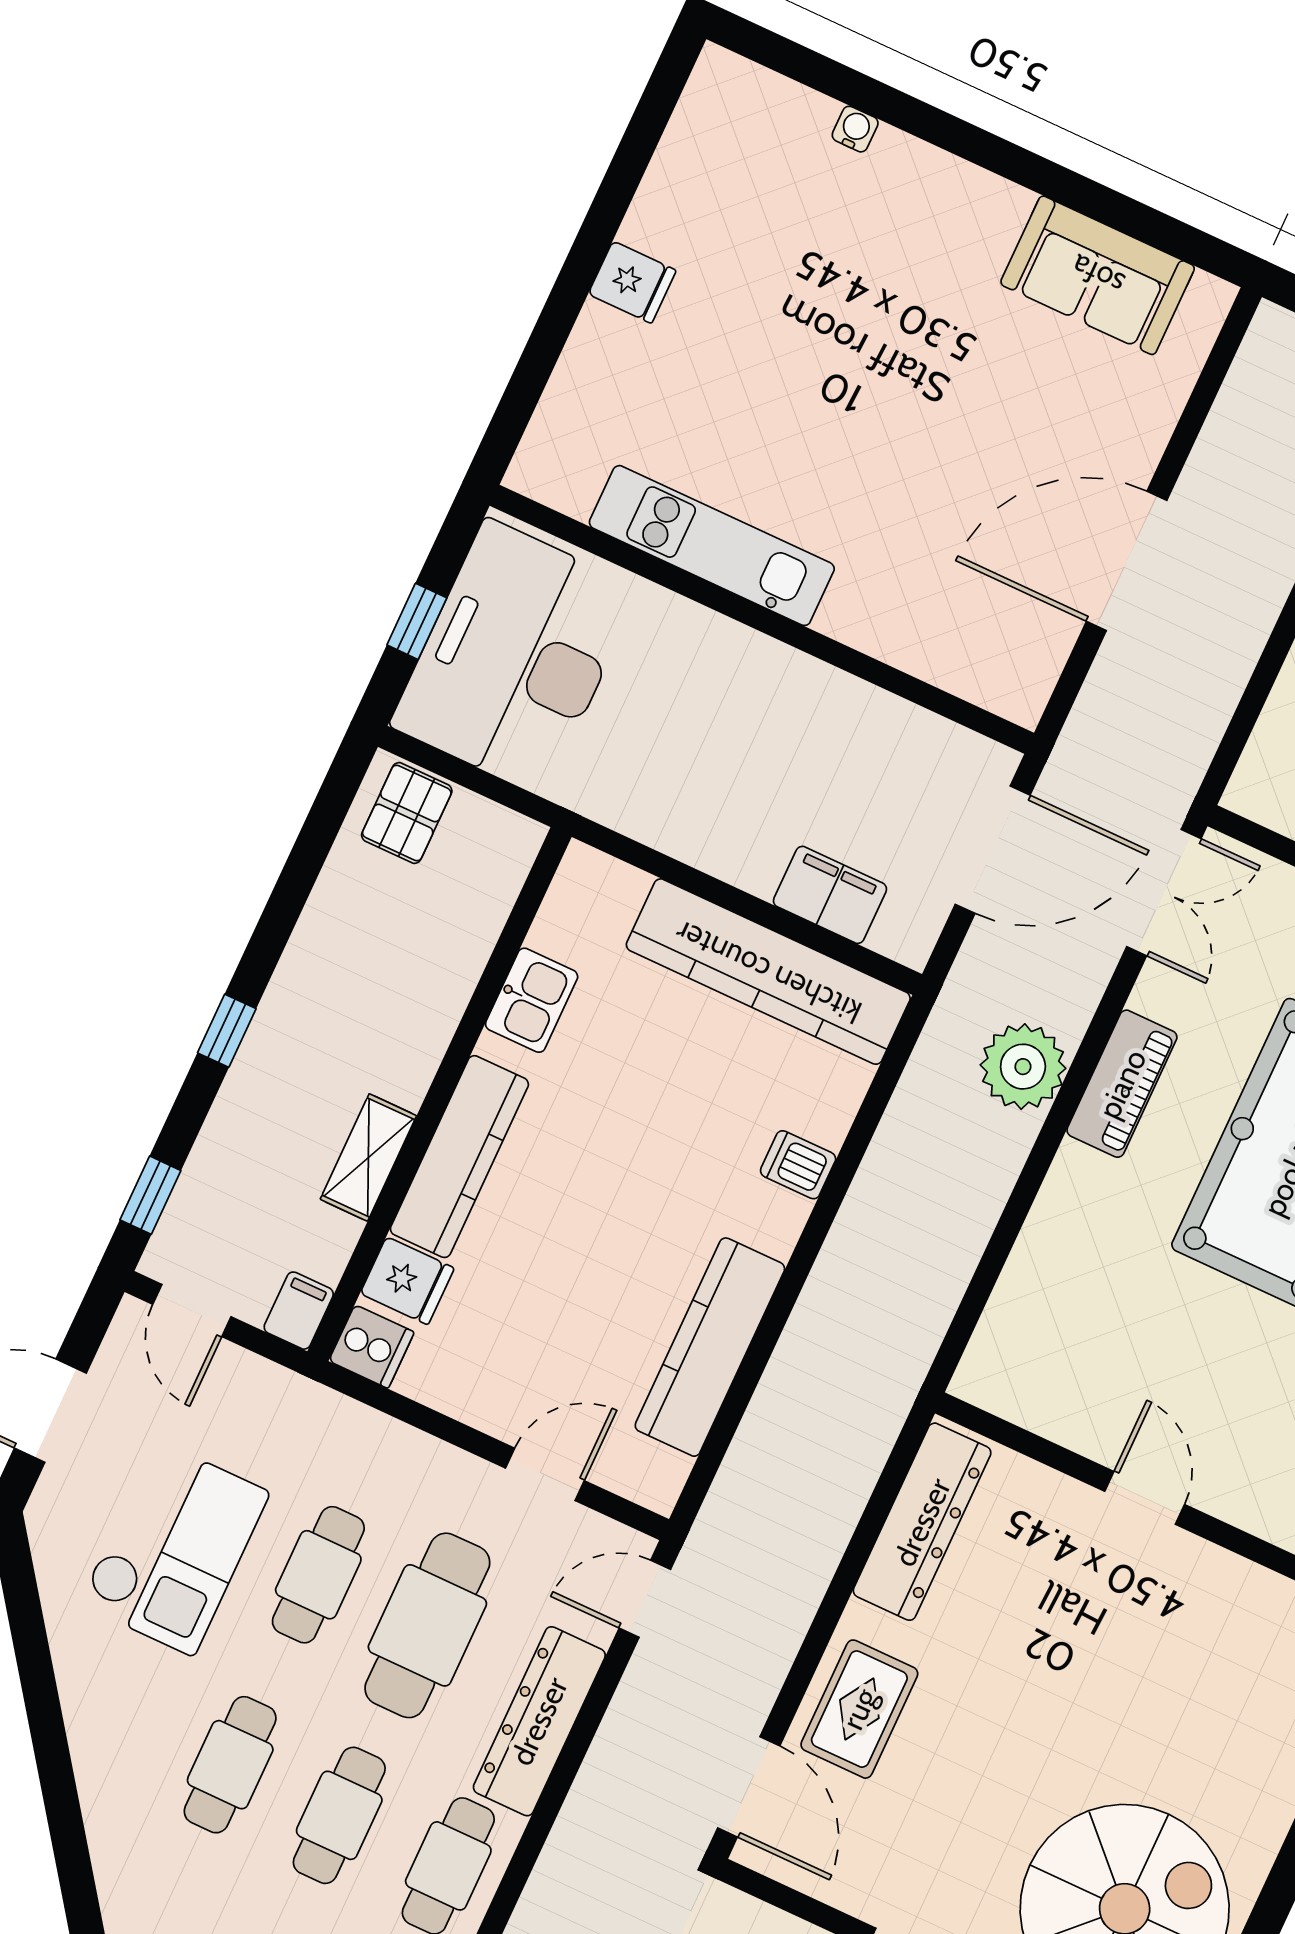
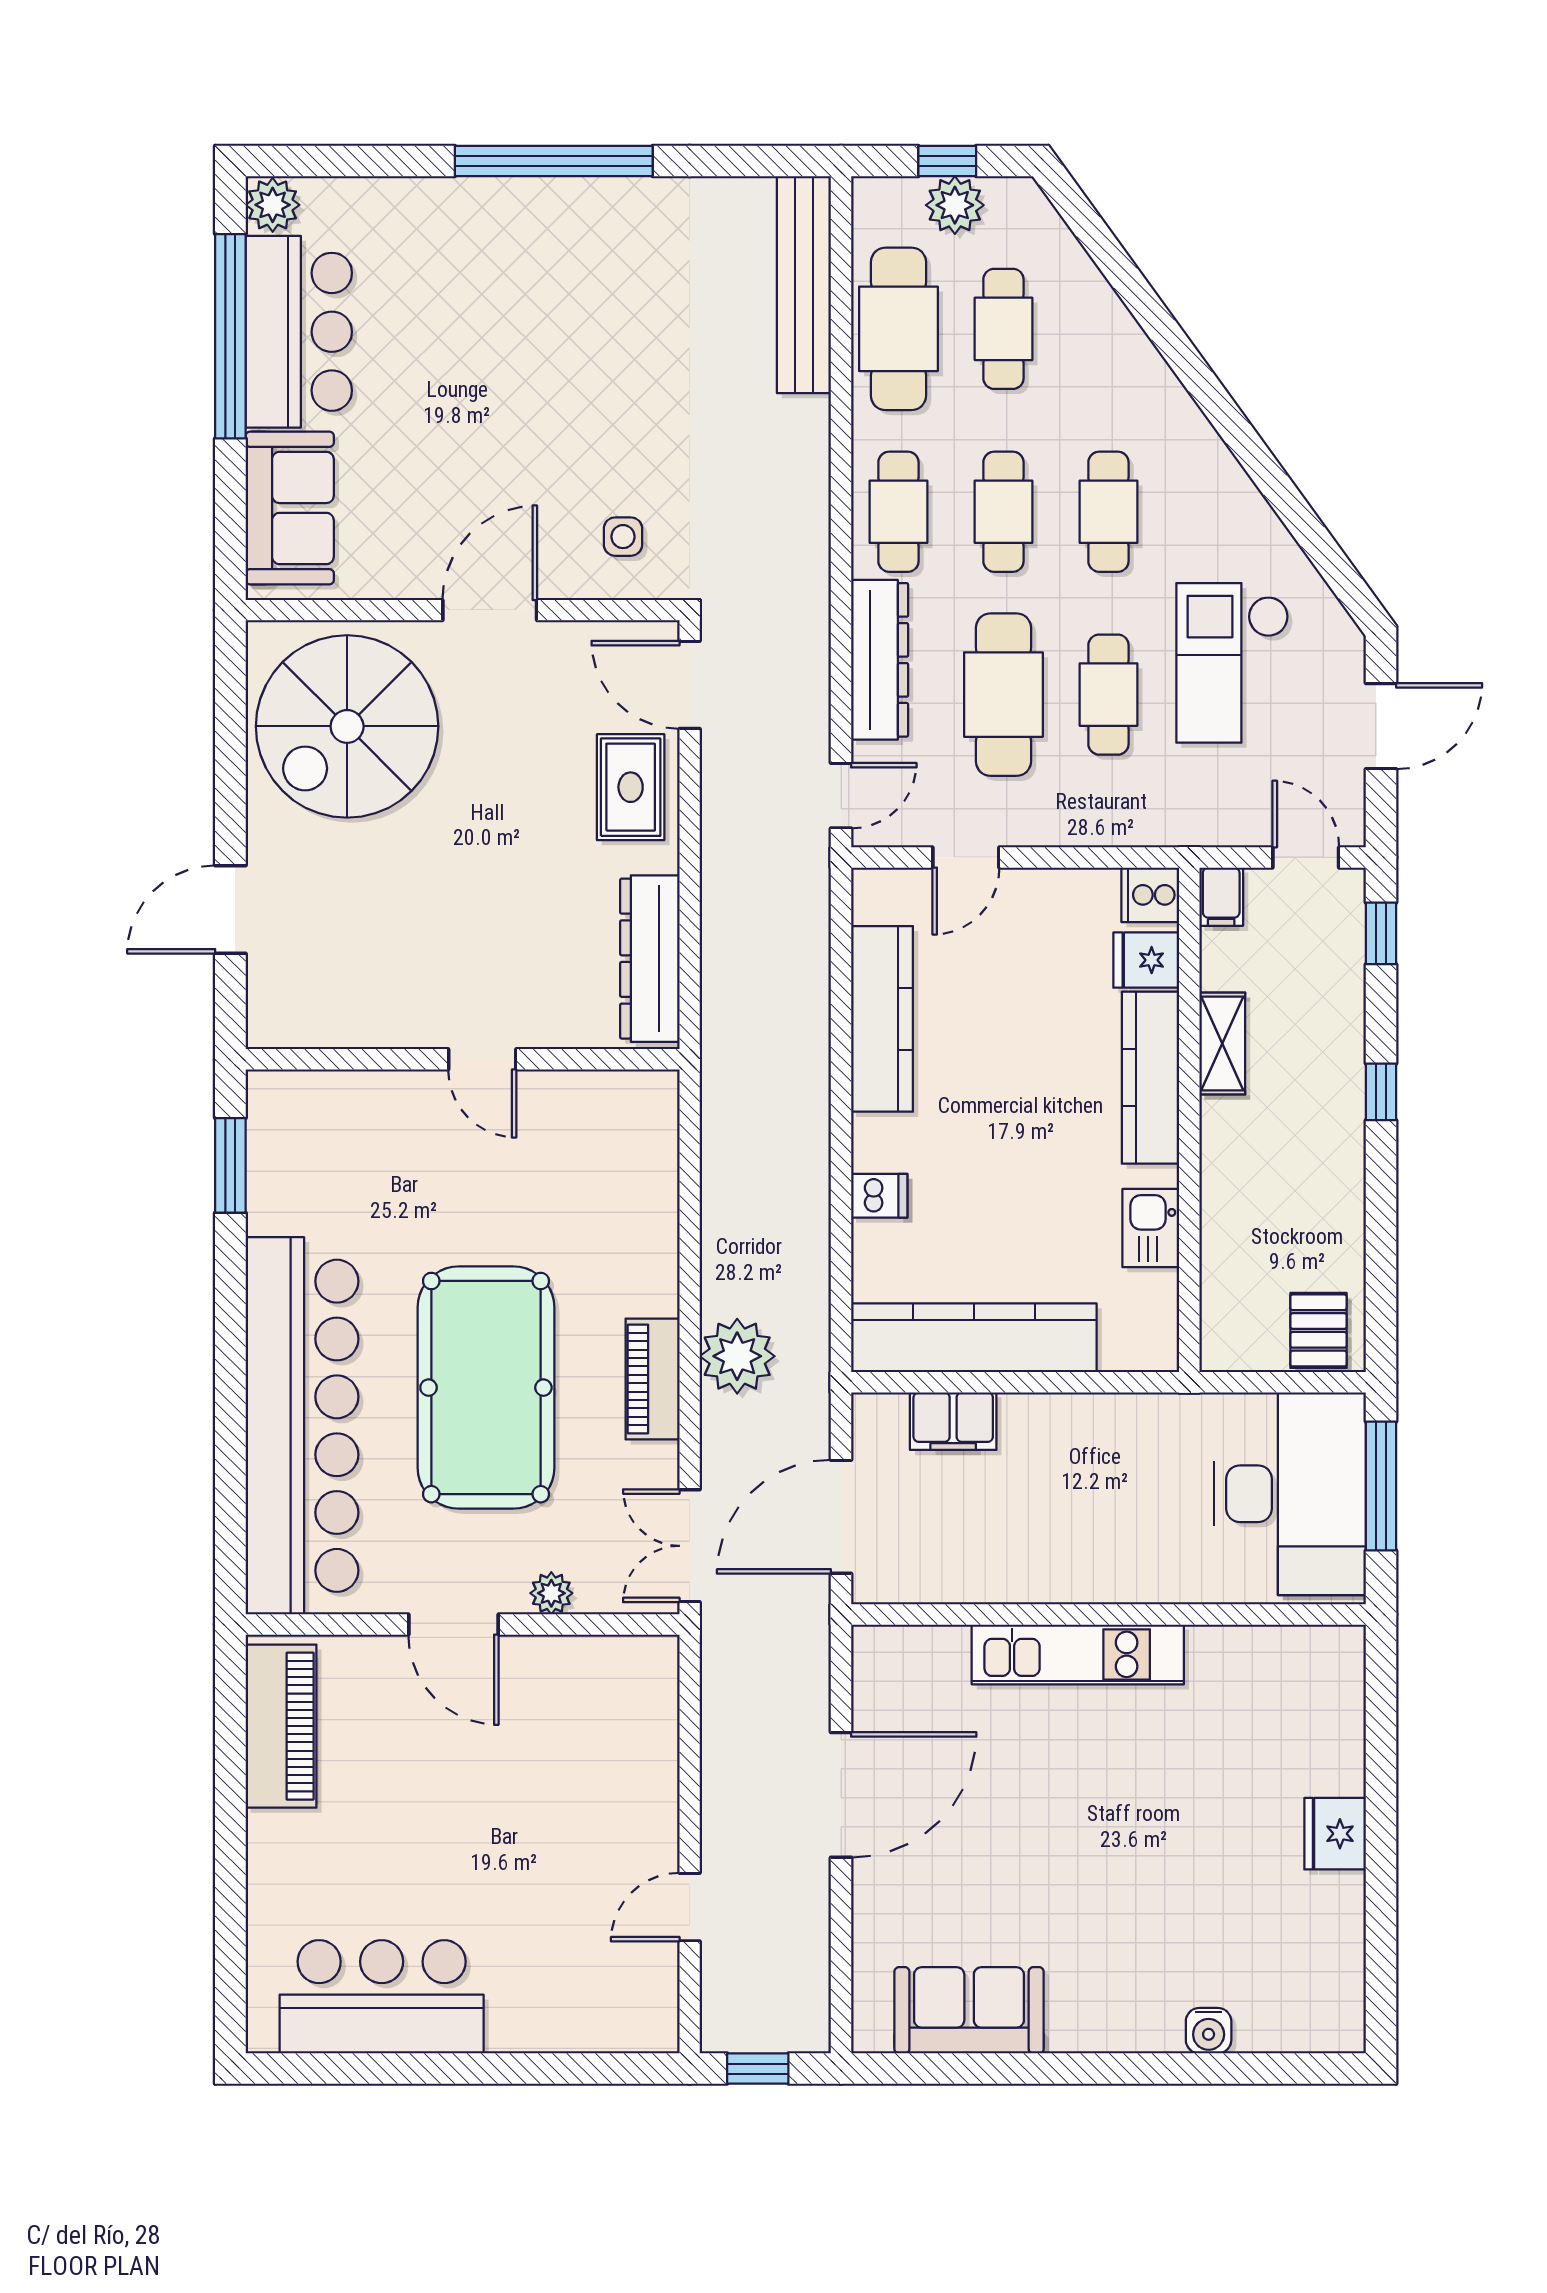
water cooler: (855, 129) -> (1209, 2031), width x1.38, depth x1.38
fridge: (632, 282) -> (1335, 1834), width x1.38
kitchen unit: (712, 546) -> (1078, 1654), moved
window: (417, 621) -> (1381, 1486), width x2.17

